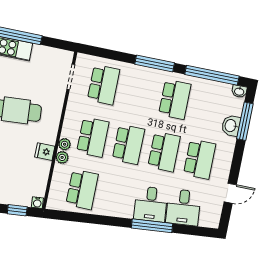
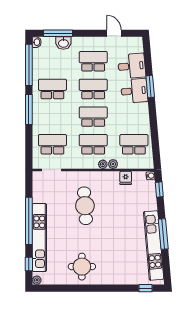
fridge: (45, 152) -> (126, 178), moved
window: (152, 226) -> (150, 87), width x0.69

